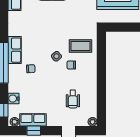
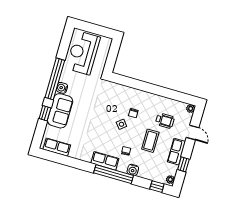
coffee table: (81, 46) -> (150, 141), moved
water cooler: (14, 99) -> (133, 170), moved
row of seats: (33, 120) -> (176, 152), moved

